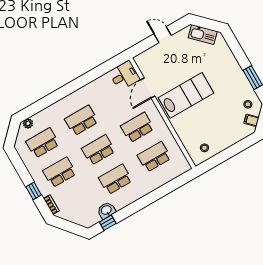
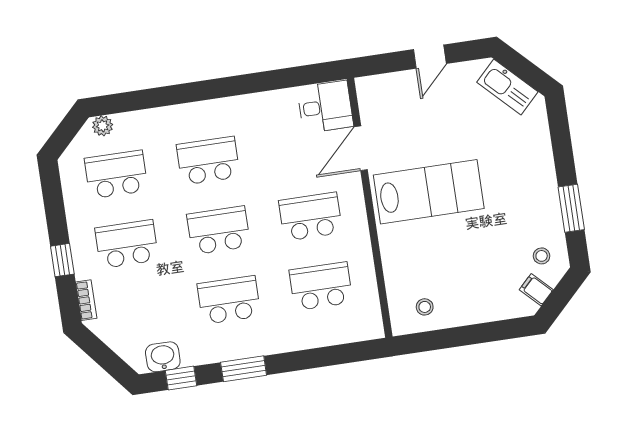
door: (163, 35) -> (430, 57), swing flipped
window: (134, 208) -> (244, 369), added
washbasin: (106, 210) -> (163, 357), moved

